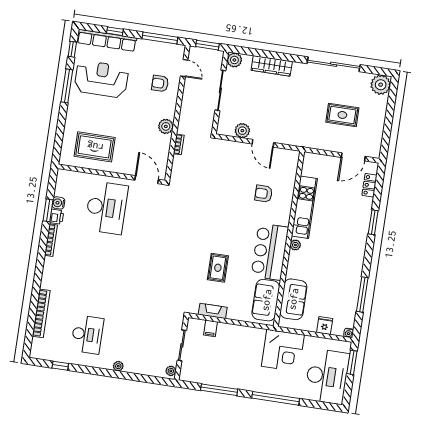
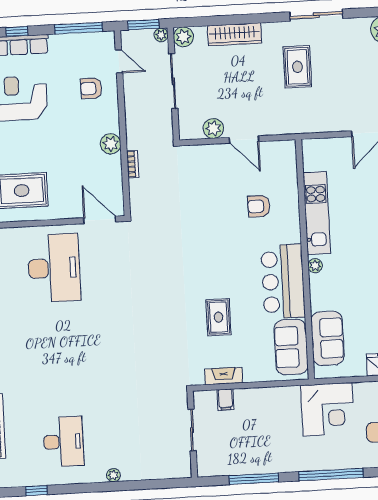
sliding door: (334, 64) -> (316, 15), width x0.73
rug: (342, 115) -> (297, 67), moved, turned 90
plant: (171, 371) -> (161, 35), moved

